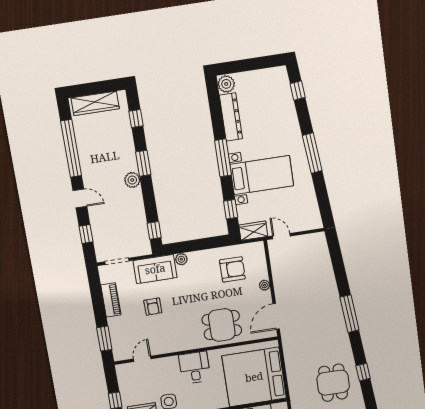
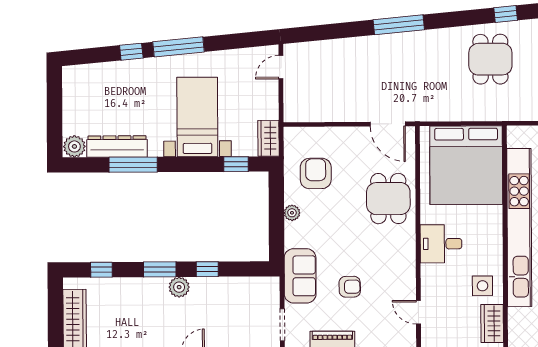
window: (298, 90) -> (131, 52), moved
window: (223, 158) -> (133, 165), moved
window: (154, 230) -> (207, 269), moved
door: (281, 236) -> (281, 67), moved
plant: (181, 259) -> (292, 213), moved
plant: (265, 285) -> (343, 134), removed
window: (363, 372) -> (506, 14), moved
dining table: (333, 383) -> (490, 59), turned 90

